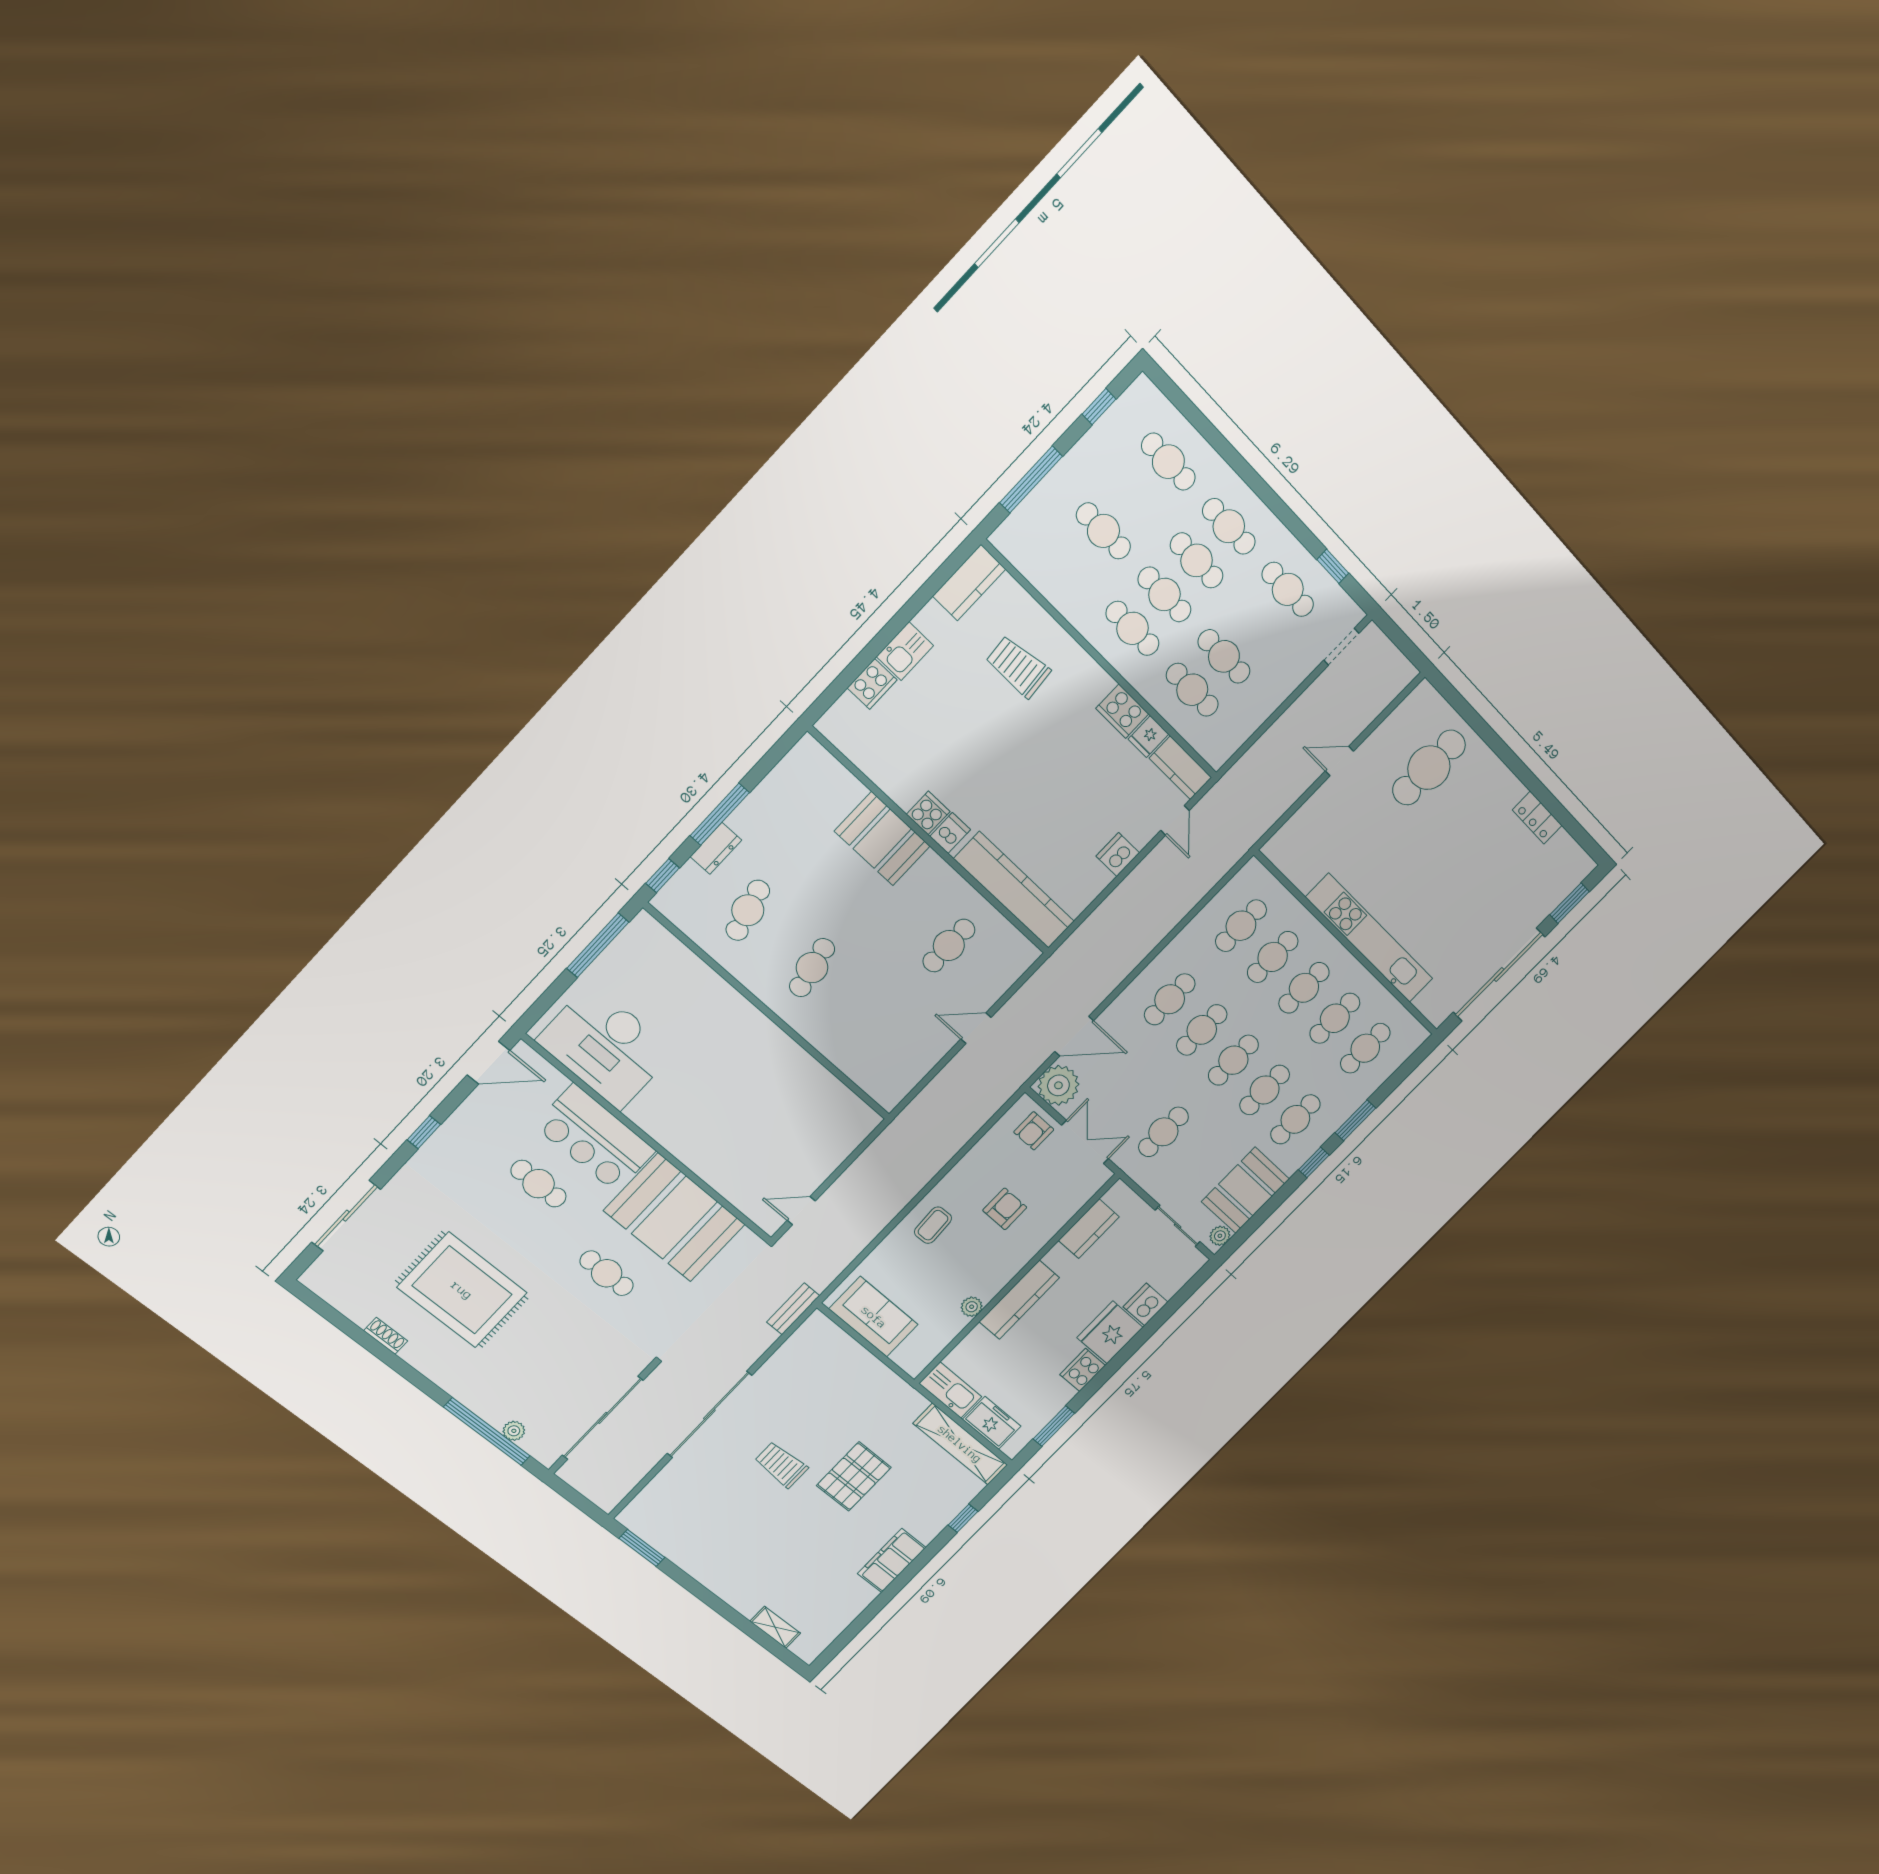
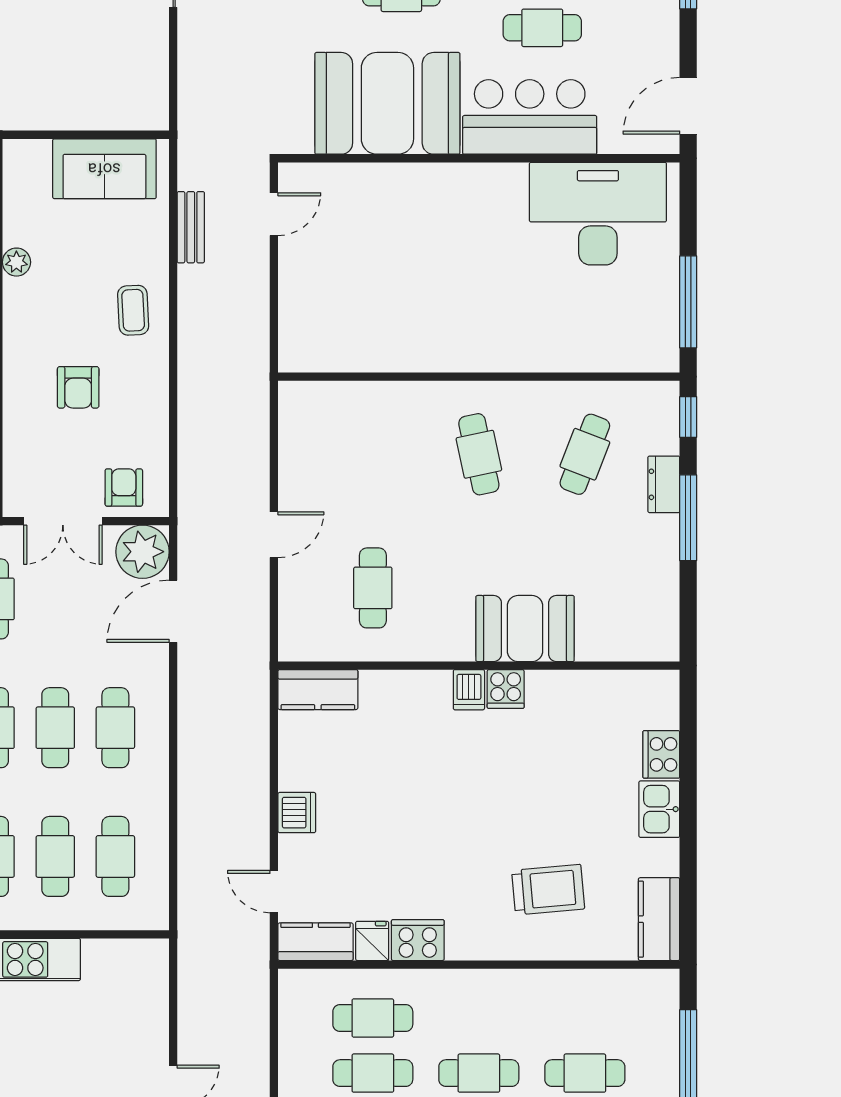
cafe table: (1132, 628) -> (479, 1018), removed
kitchen counter: (1014, 890) -> (318, 690), width x0.48, depth x0.86
cafe table: (748, 910) -> (585, 454), turned 36
bench: (793, 1309) -> (191, 227), moved

